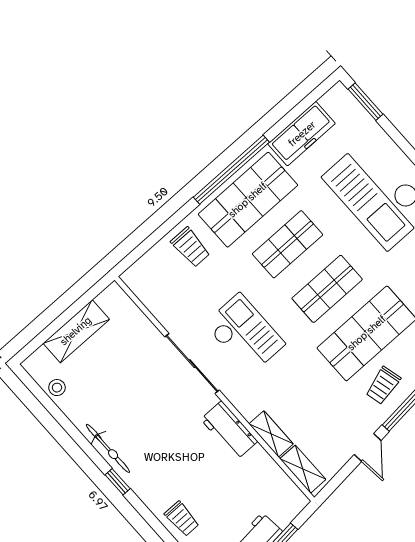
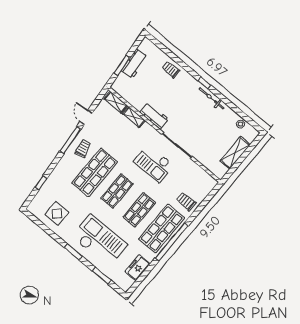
window: (365, 102) -> (102, 276), moved
freezer: (302, 134) -> (138, 268), width x0.71

